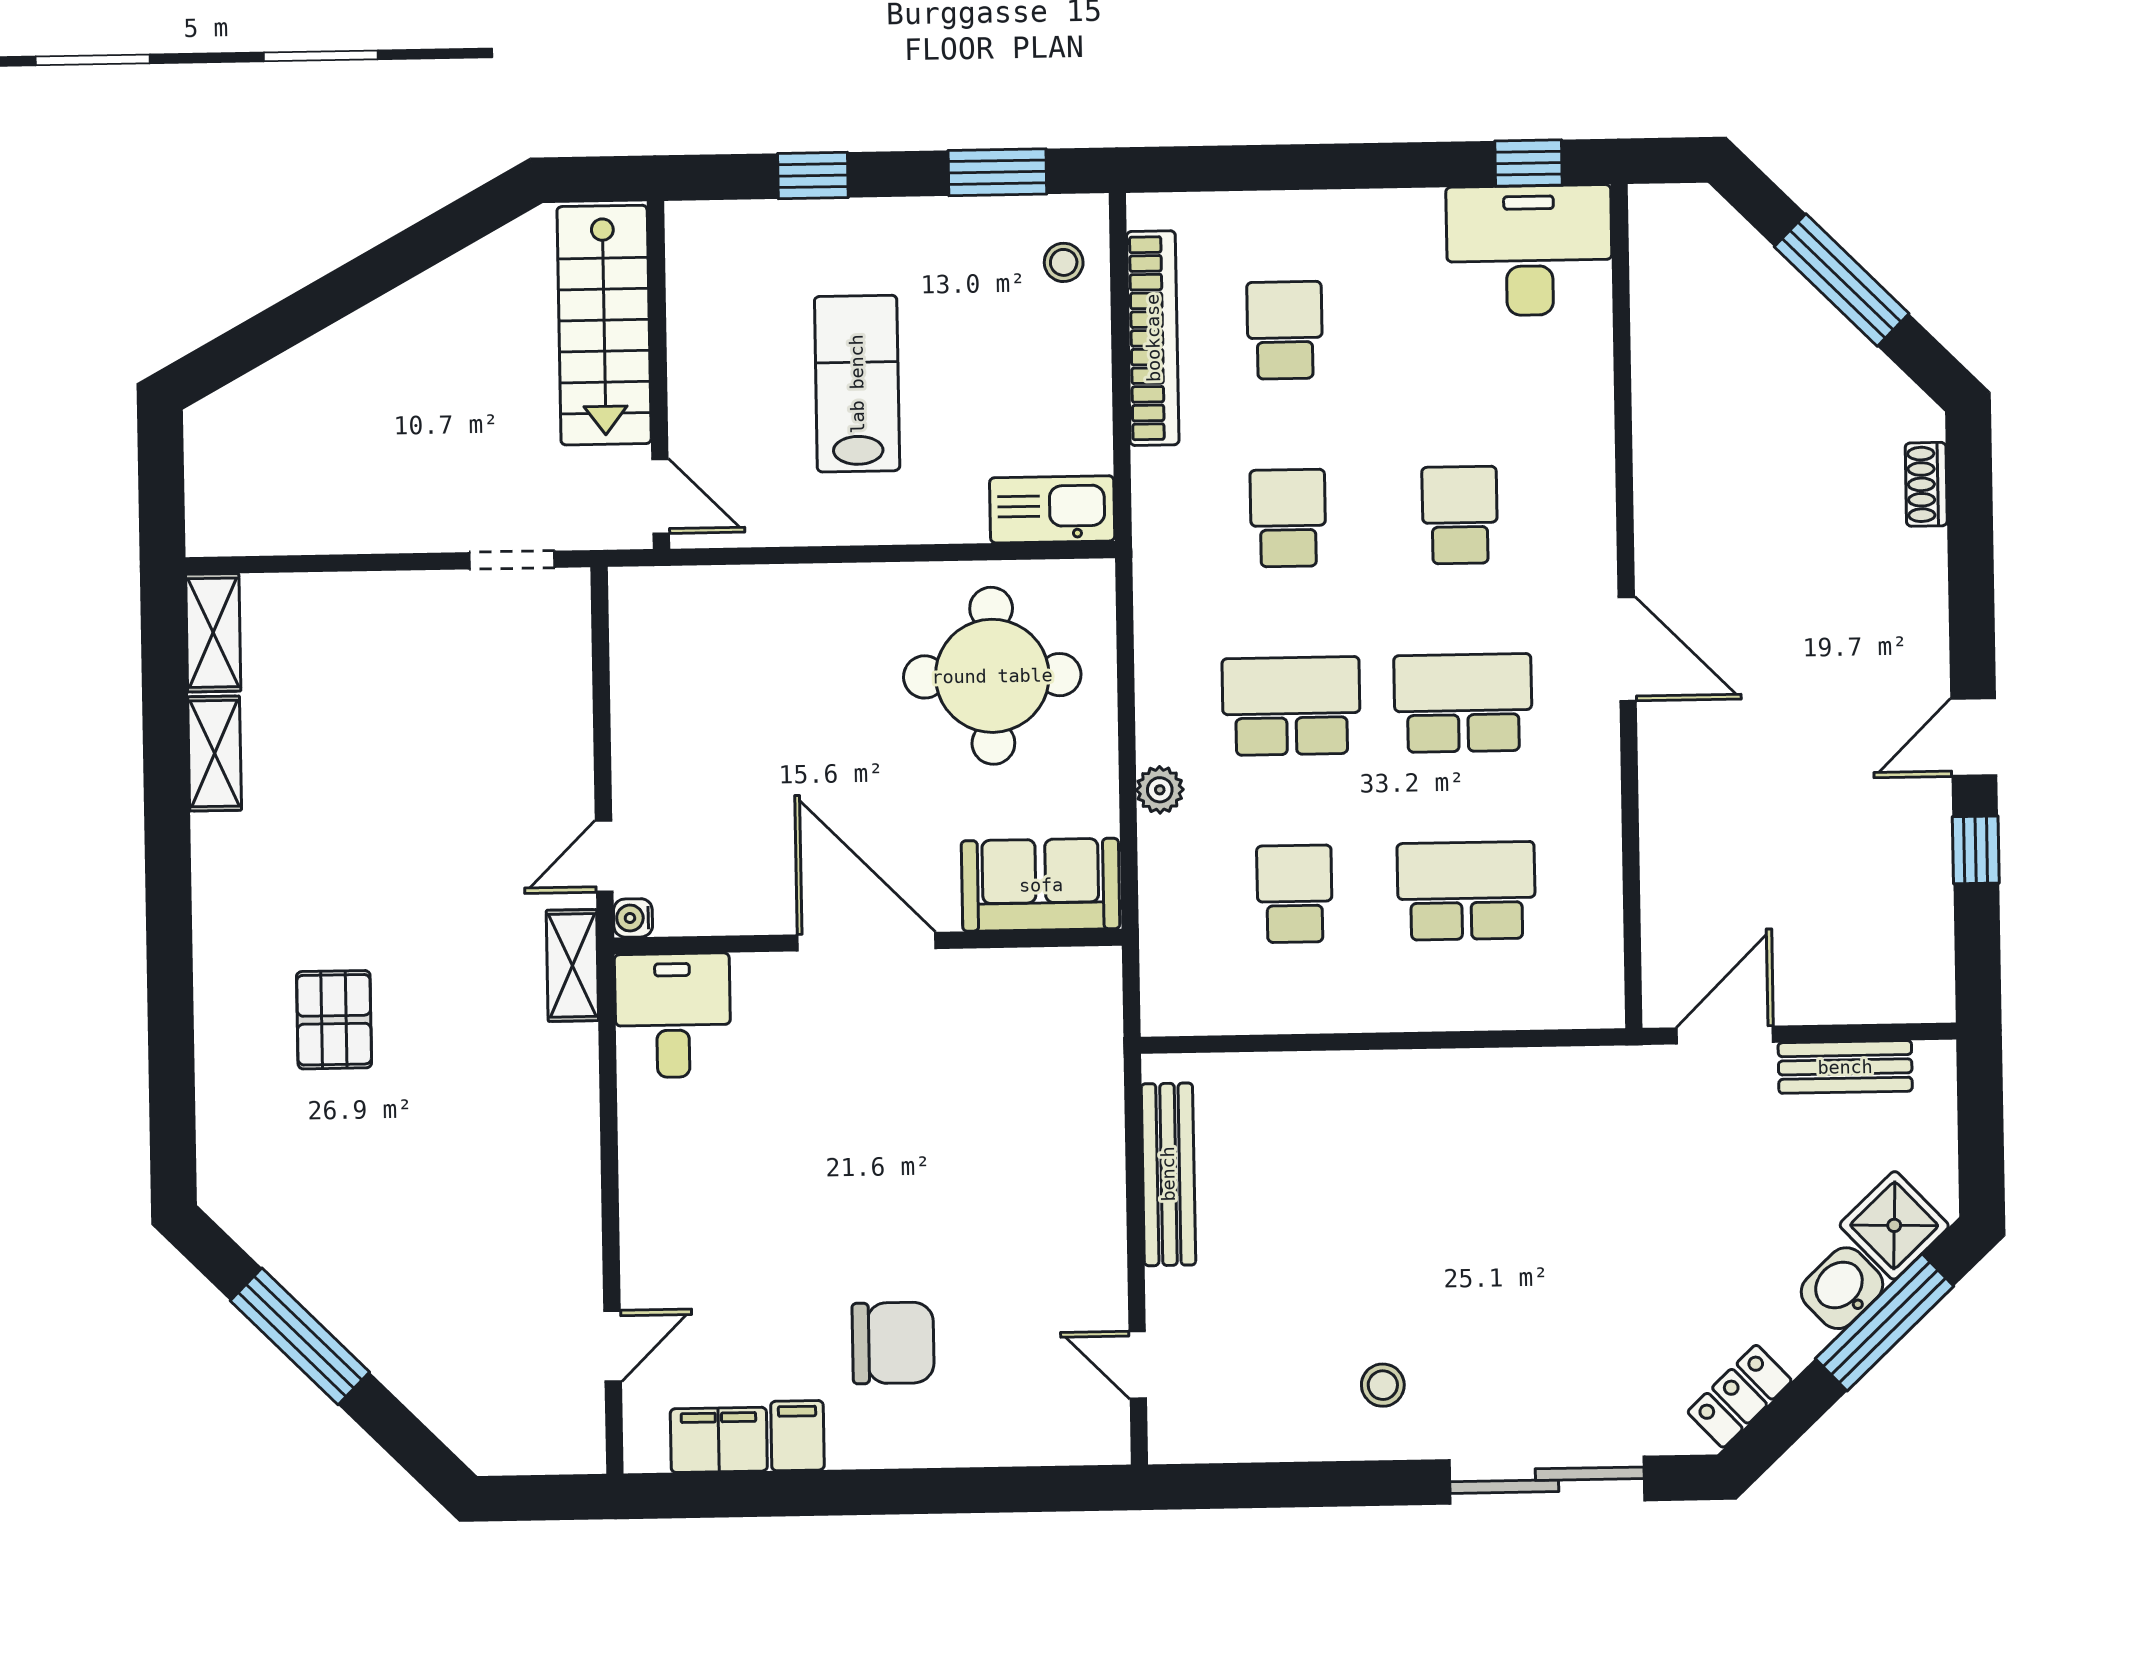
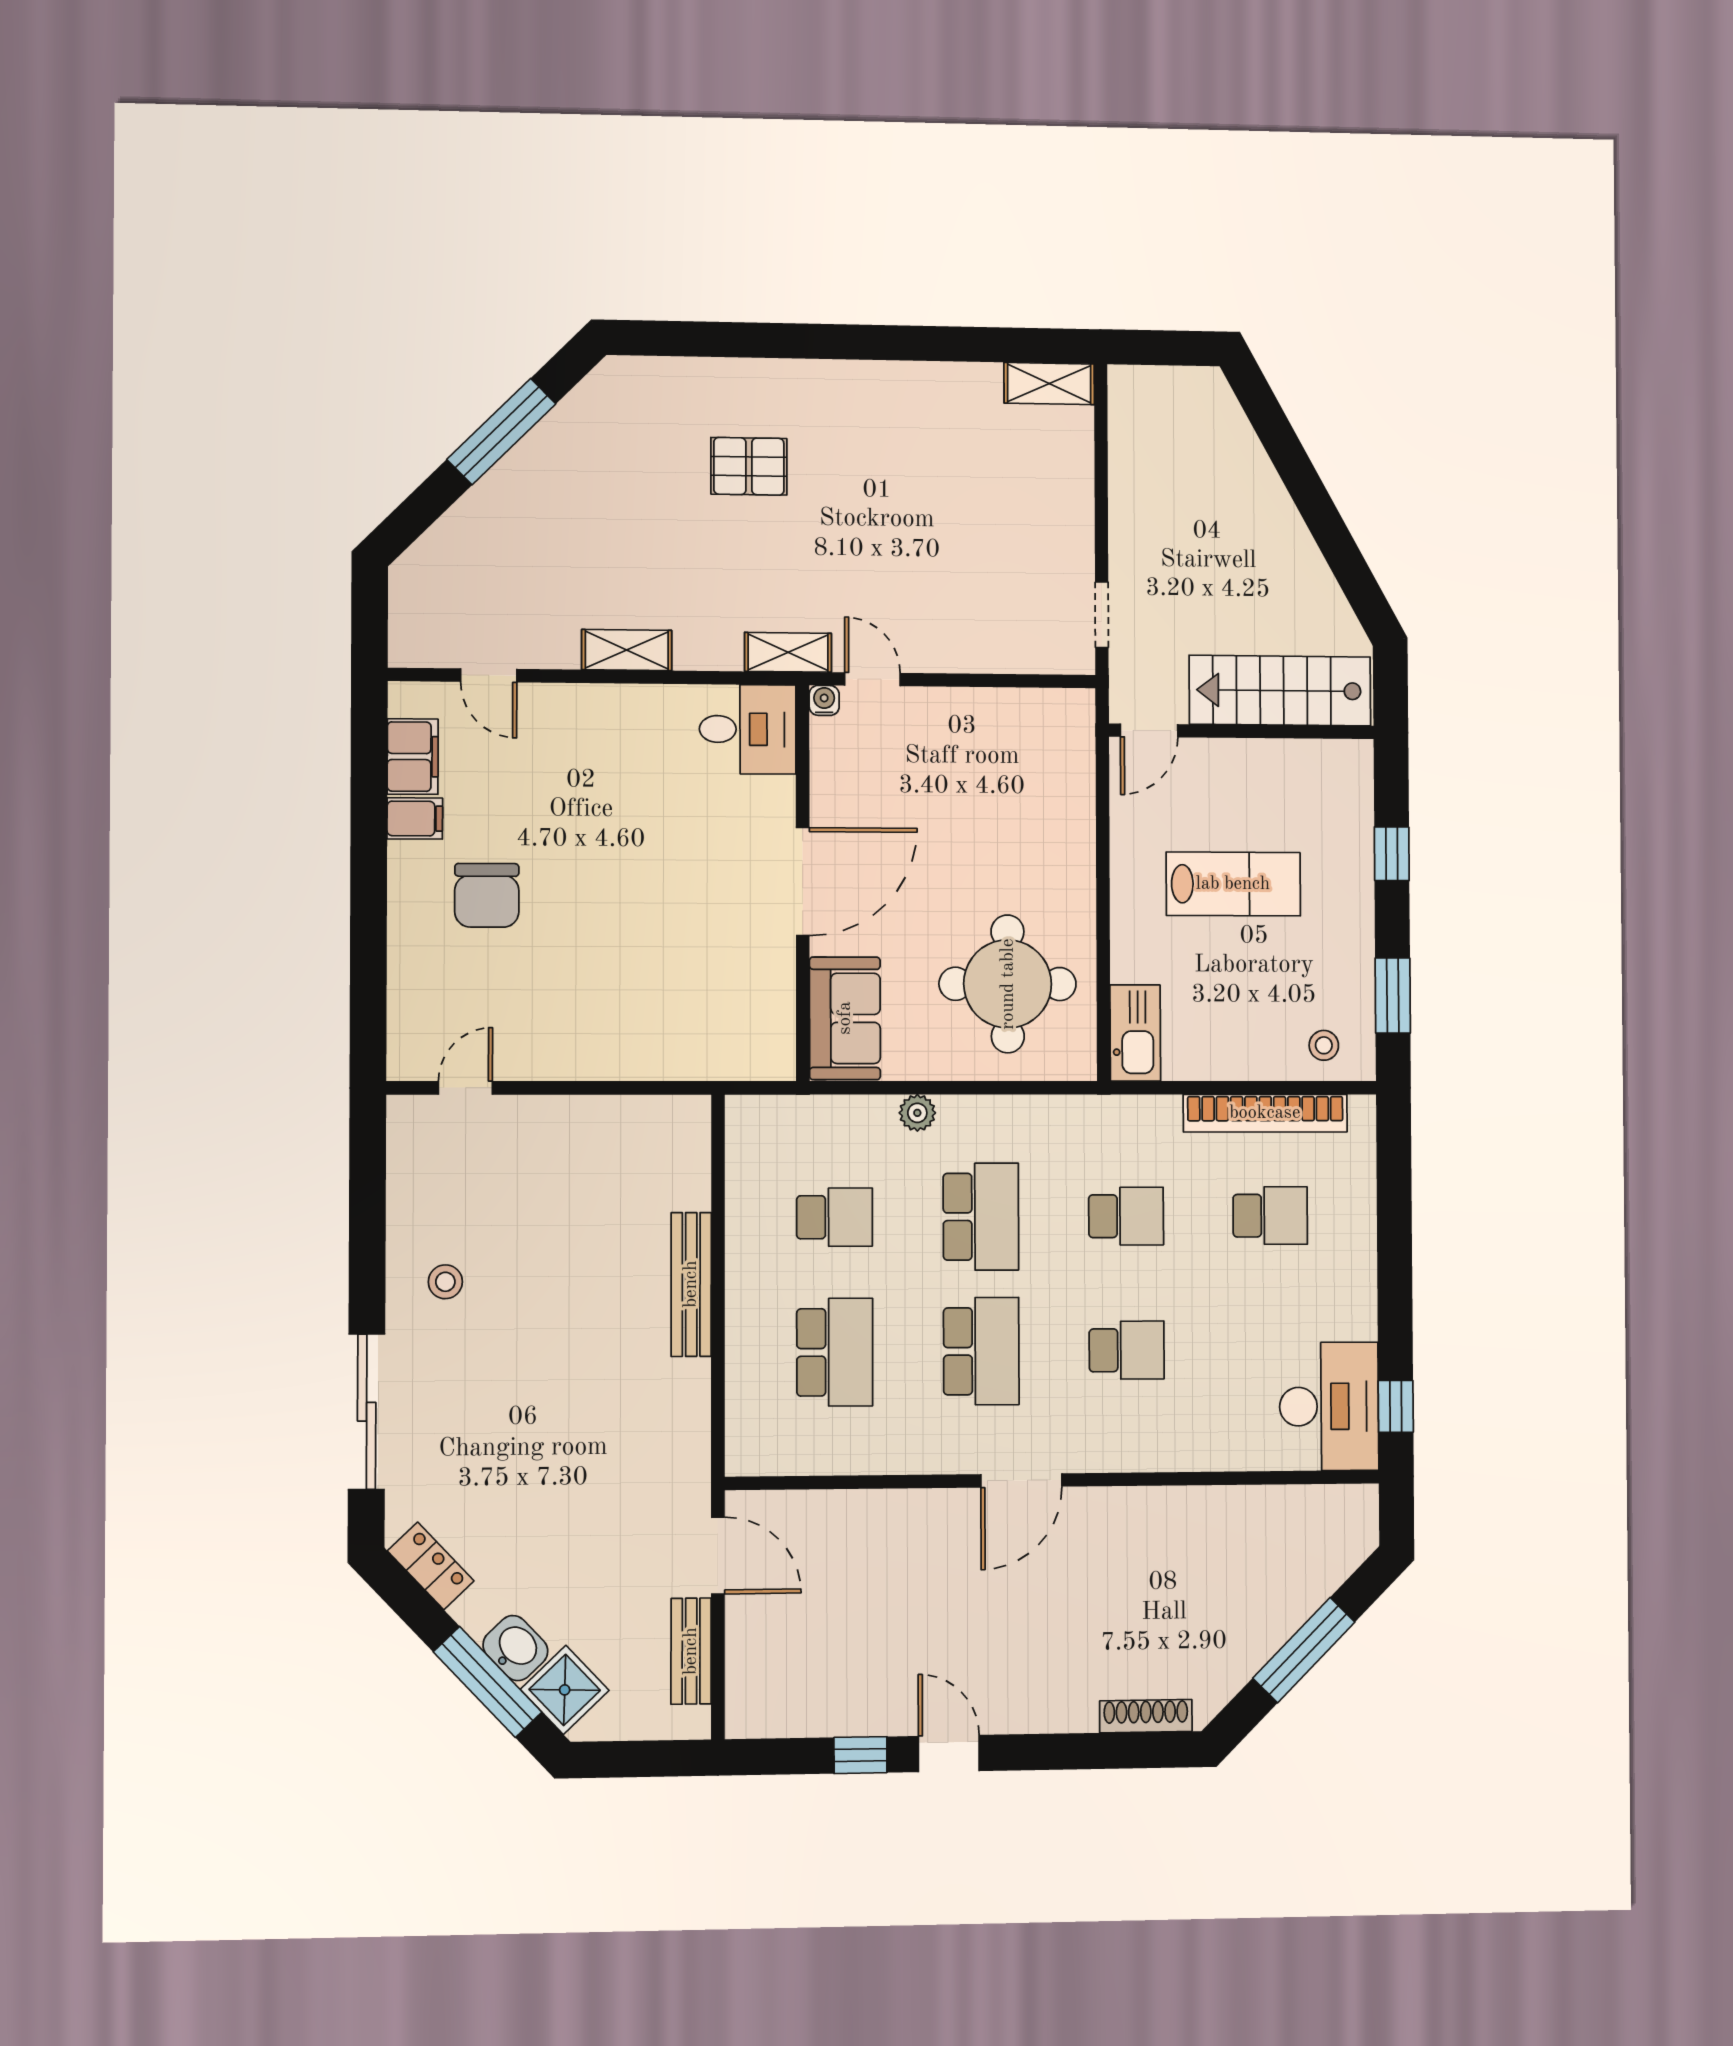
shoe rack: (1926, 484) -> (1146, 1716), width x1.43
shelving: (215, 754) -> (627, 650), moved
bench: (1168, 1174) -> (691, 1284), moved, turned 90

